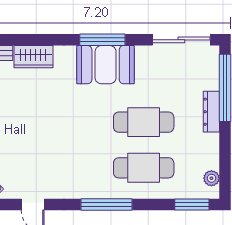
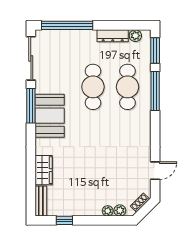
window: (102, 40) -> (31, 106), moved
dresser: (211, 112) -> (113, 36), moved
window: (106, 204) -> (155, 91), moved

